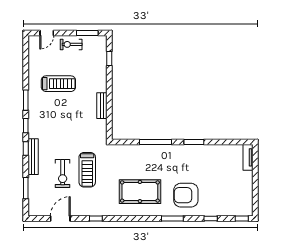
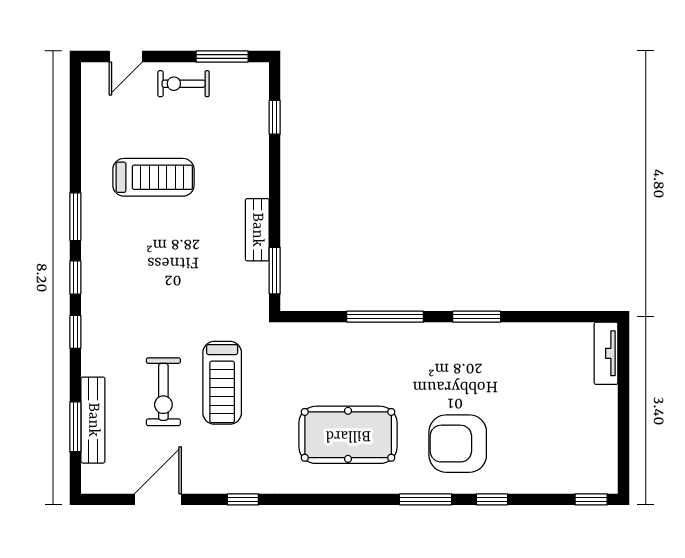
window: (109, 123) -> (275, 271), added
bench: (33, 157) -> (93, 420), moved
window: (211, 219) -> (492, 499), moved

